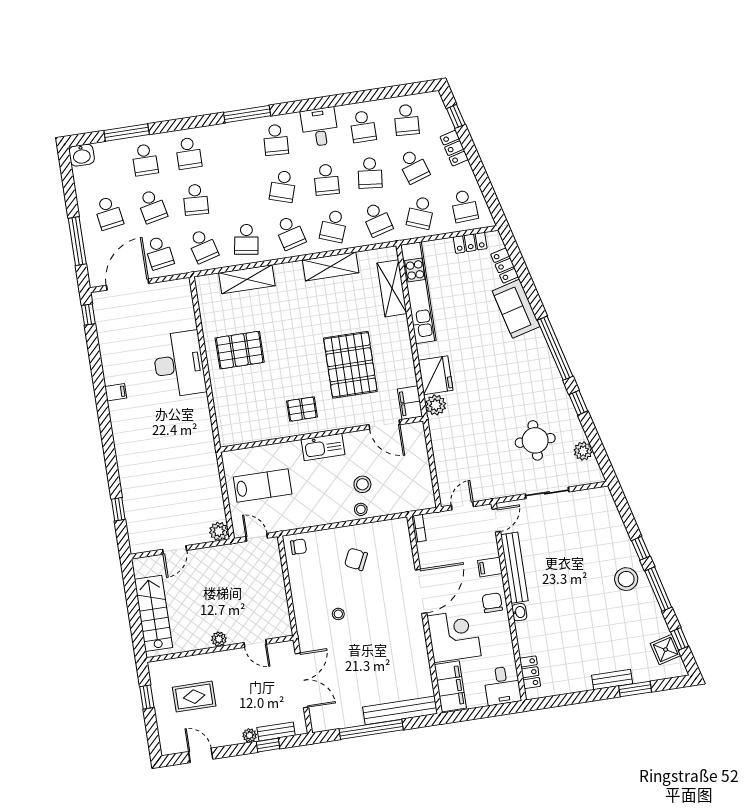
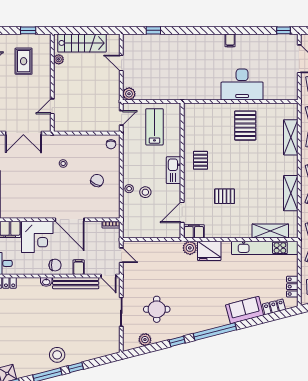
pallet: (350, 365) -> (225, 196), width x0.49, depth x0.50
lab bench: (263, 486) -> (154, 127), turned 180
plant: (219, 639) -> (59, 59), moved

